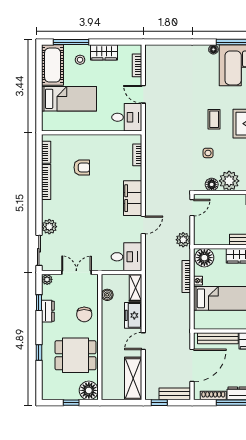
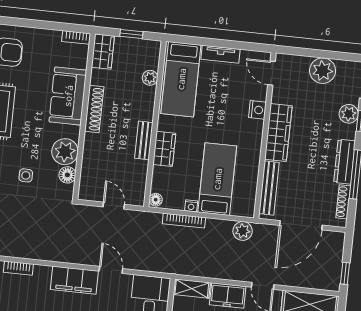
door: (192, 208) -> (114, 206), moved
plant: (183, 240) -> (243, 231), moved
floor lamp: (204, 258) -> (156, 200), width x0.53, depth x0.53
door: (192, 365) -> (301, 225), swing flipped
bench: (175, 394) -> (336, 252), removed

